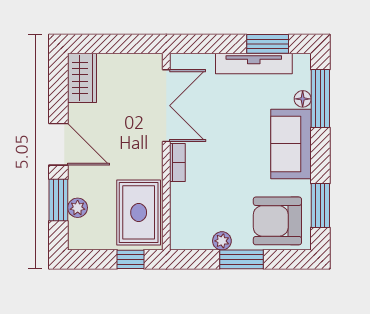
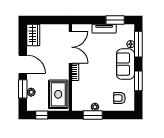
tv unit: (254, 64) -> (104, 29), width x0.71
window: (320, 205) -> (138, 81), moved
armchair: (277, 221) -> (119, 98), width x0.53, depth x0.53
window: (131, 259) -> (42, 115), moved
window: (241, 259) -> (93, 115), moved

